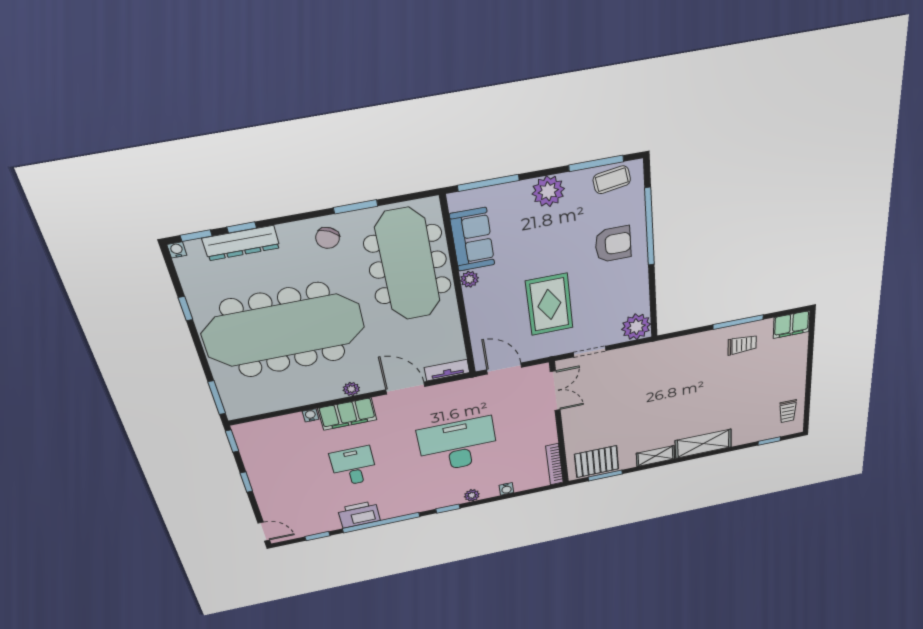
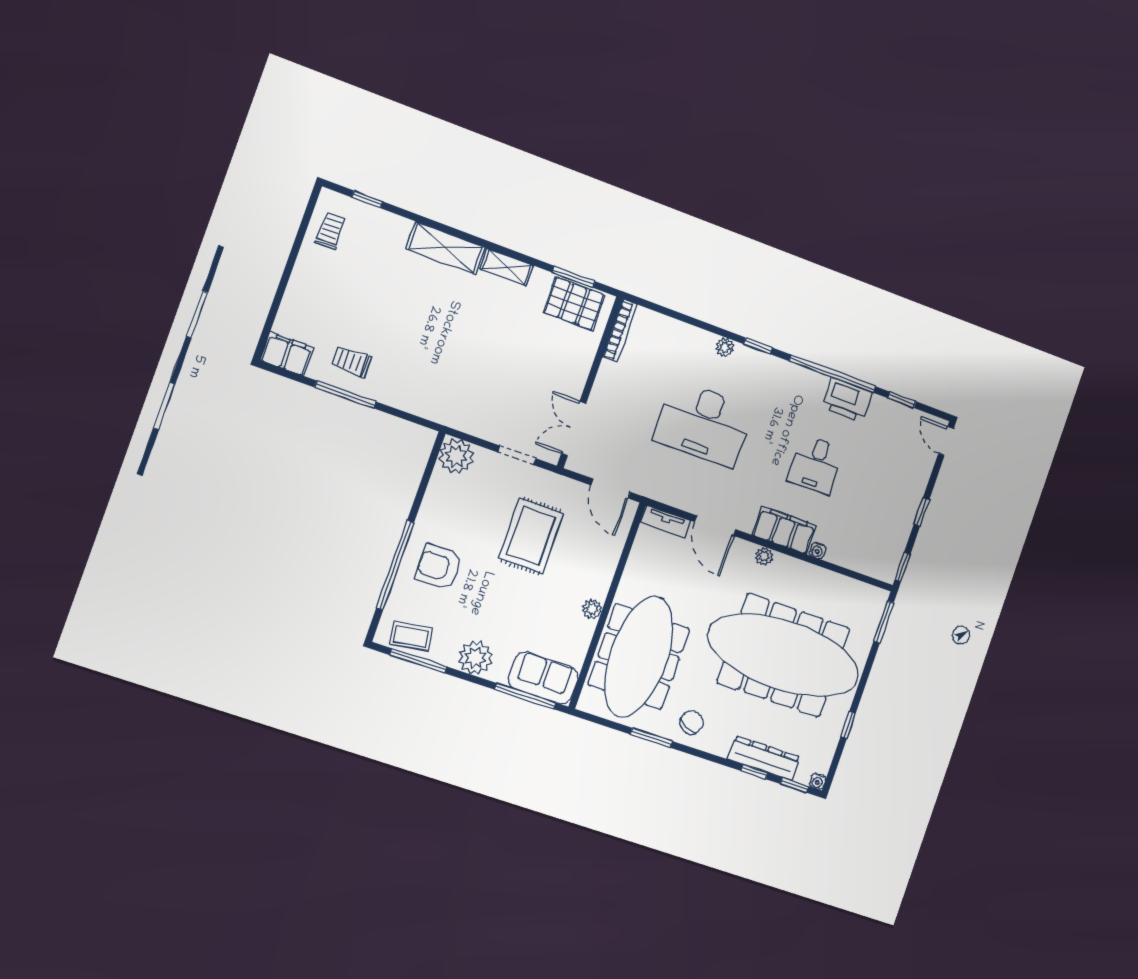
sofa: (472, 239) -> (543, 678), moved, turned 90
water cooler: (506, 489) -> (686, 331), removed

